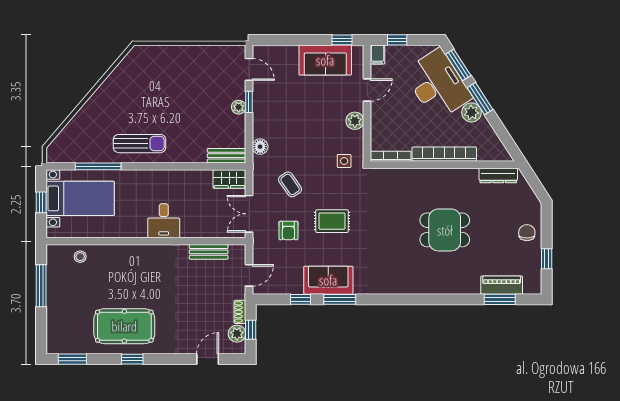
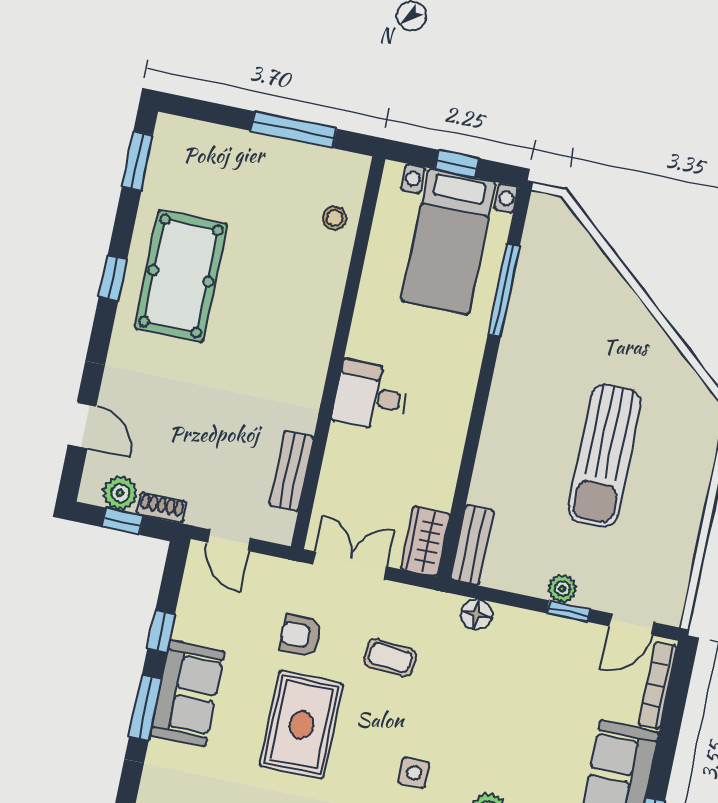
bookcase: (276, 50) -> (658, 686), added
sun lounger: (140, 144) -> (605, 456), moved, width x1.36, depth x1.34
coffee table: (290, 184) -> (390, 658), turned 40
rug: (332, 221) -> (301, 725), width x1.36, depth x1.43

